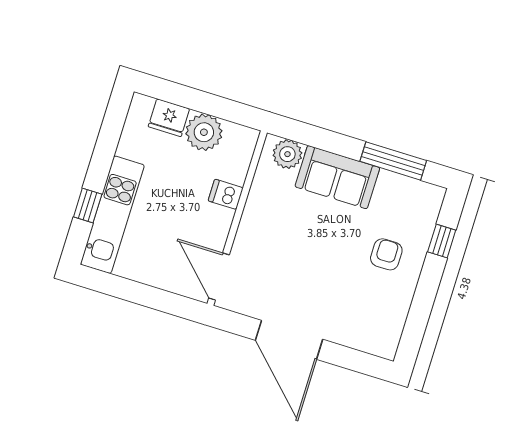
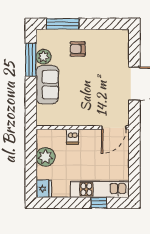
fridge: (169, 118) -> (44, 189), moved
plant: (287, 154) -> (44, 57), moved
window: (442, 241) -> (63, 24), width x2.17

